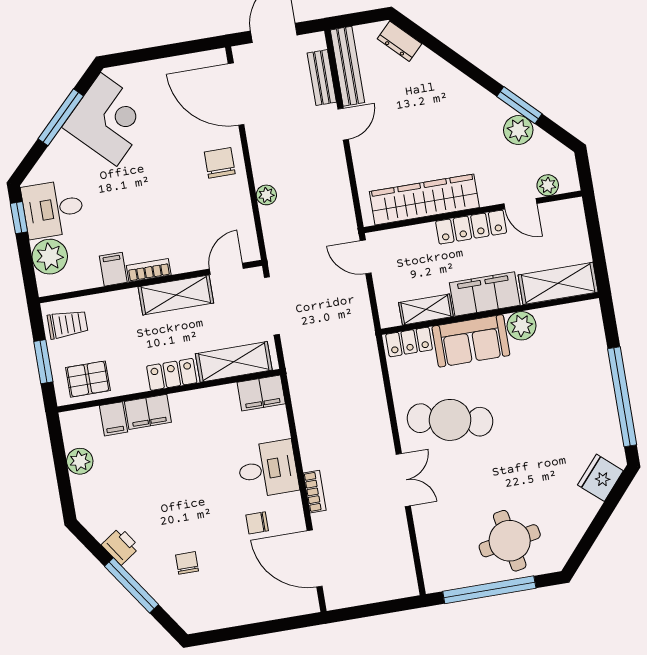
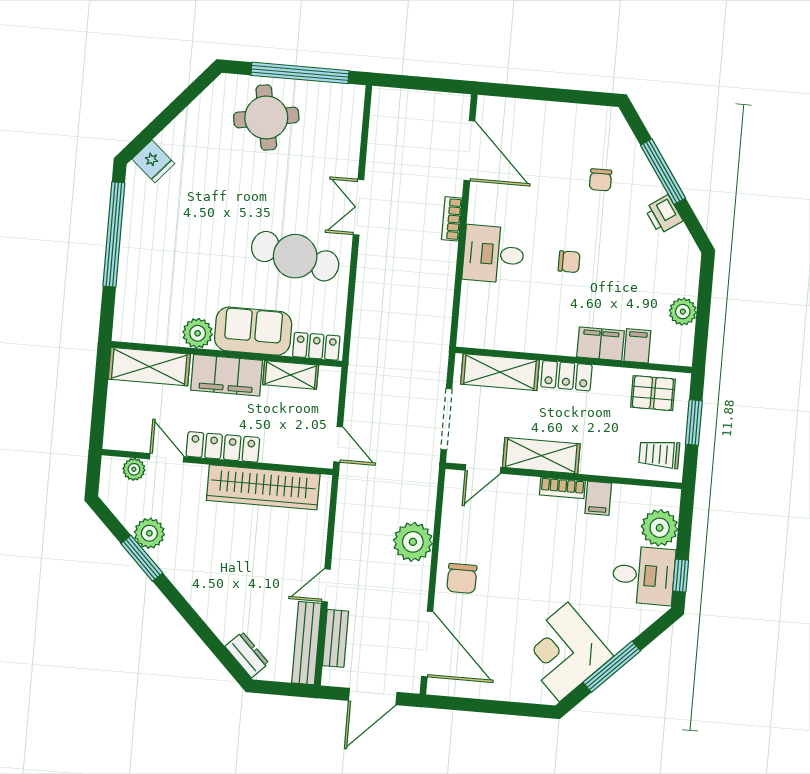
plant: (266, 195) -> (413, 542), width x1.88, depth x1.88
filing cabinet: (261, 393) -> (480, 333), removed
fridge: (600, 478) -> (153, 161), width x0.72
chair: (257, 523) -> (569, 262), moved

